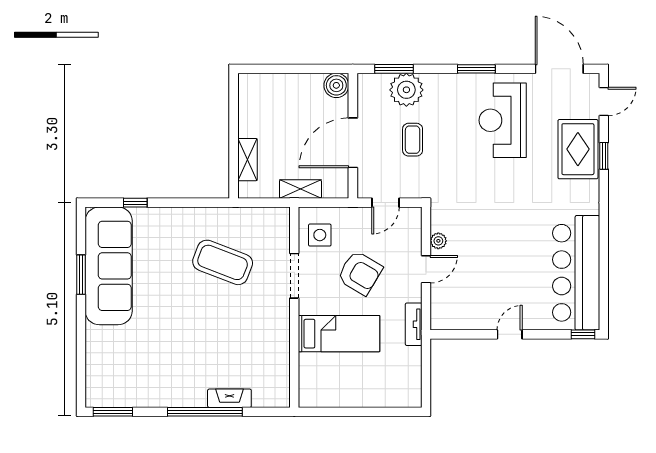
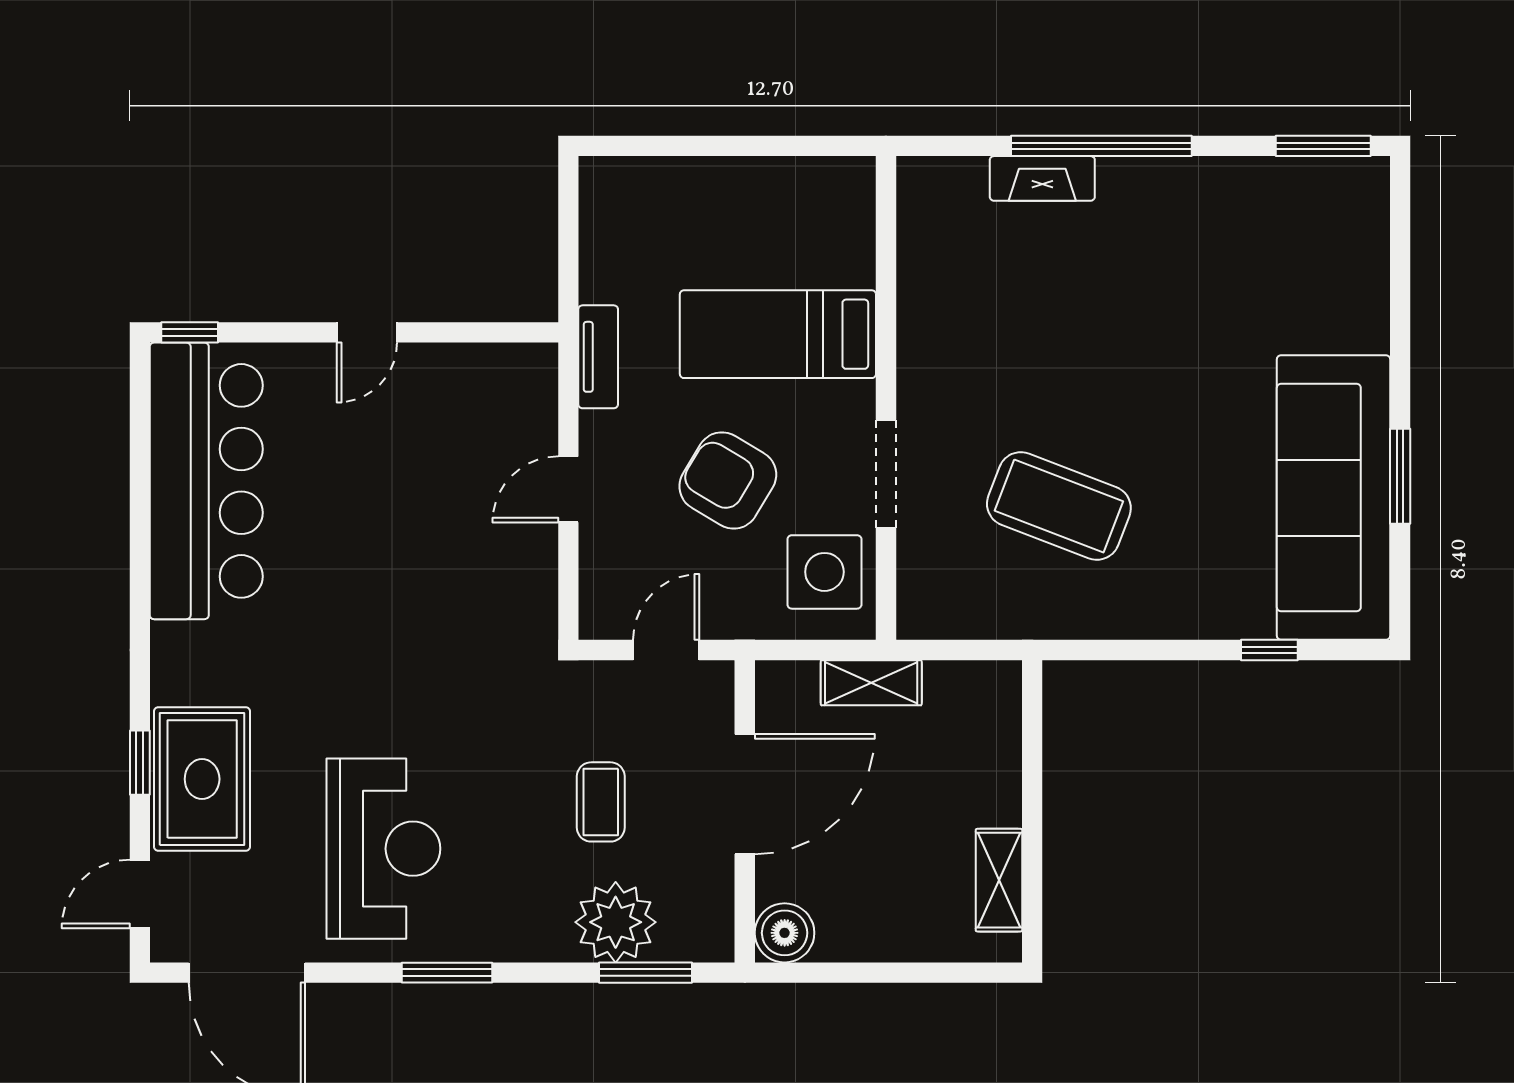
shelving: (247, 160) -> (999, 880), moved
side table: (320, 235) -> (824, 572), width x1.37, depth x1.37
plant: (438, 241) -> (539, 558), removed

